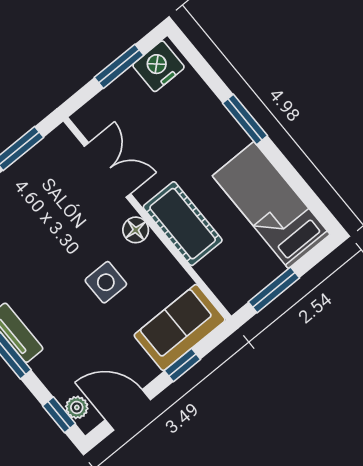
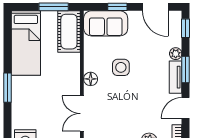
cot: (183, 224) -> (69, 32), moved
plant: (77, 407) -> (176, 54), moved

